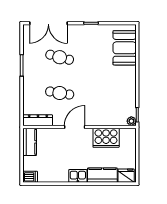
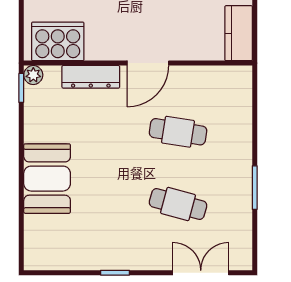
double door: (48, 23) -> (201, 273), width x0.73
booth: (125, 48) -> (47, 179), moved
dresser: (38, 120) -> (91, 77), moved
cooker: (106, 138) -> (58, 41), moved

